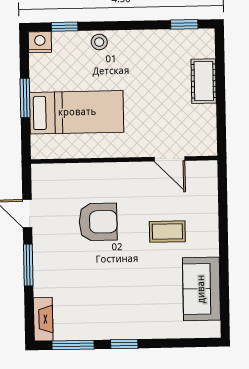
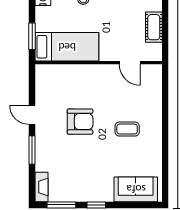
door: (169, 159) -> (130, 63), moved
wall: (124, 160) -> (99, 63), moved
sofa: (201, 289) -> (136, 189), moved, turned 90

